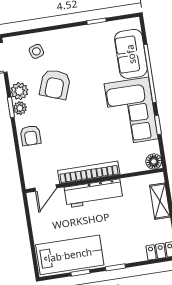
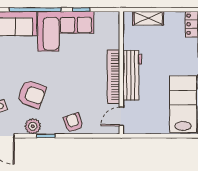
plant: (20, 108) -> (48, 128), removed
armchair: (31, 136) -> (73, 123), turned -108
floor lamp: (154, 161) -> (113, 18), removed
door: (46, 188) -> (121, 116), swing flipped

